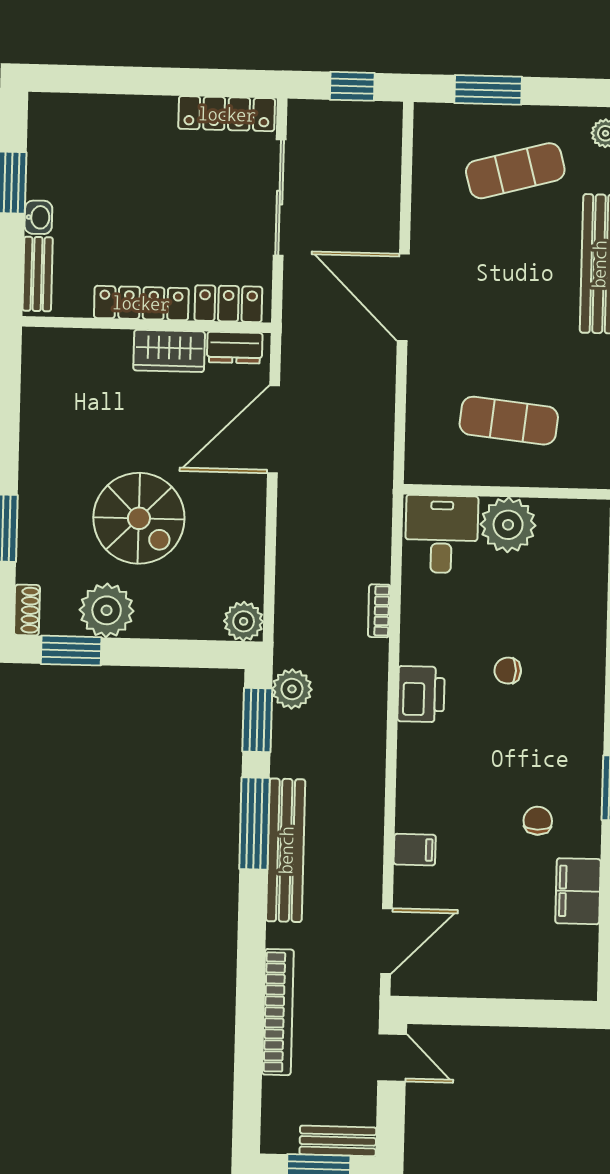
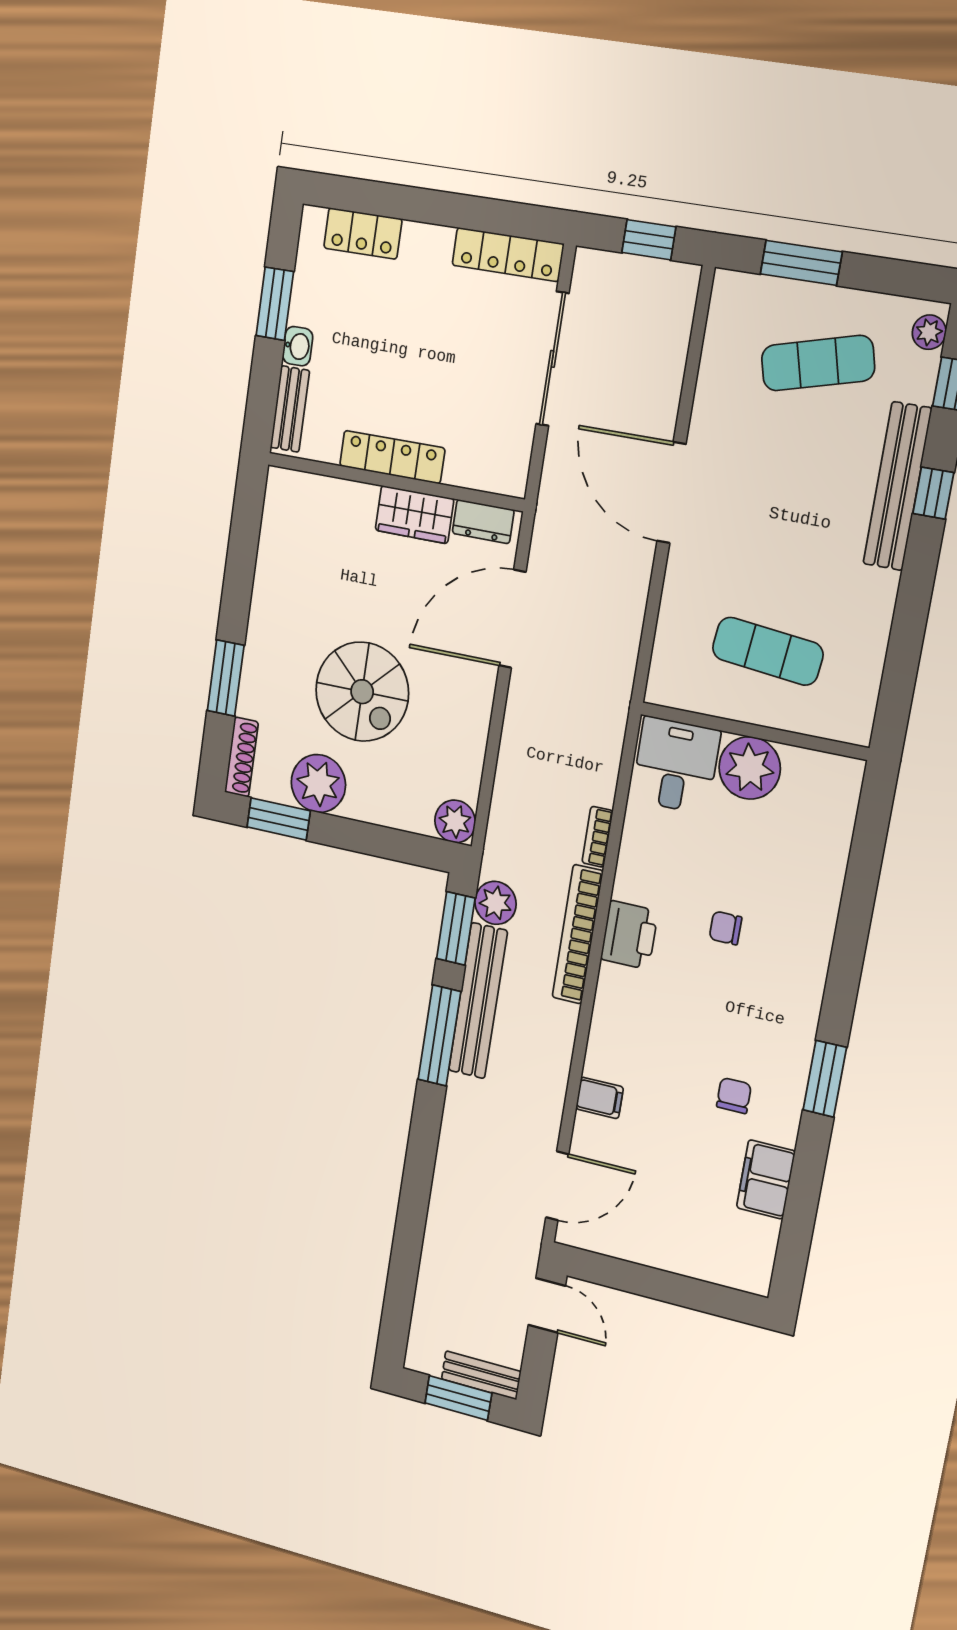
locker: (228, 304) -> (363, 233), moved, turned 180
shoe rack: (27, 610) -> (241, 757), width x1.43
bench: (286, 850) -> (478, 1001), moved
bookcase: (278, 1012) -> (578, 934), moved, turned 180

